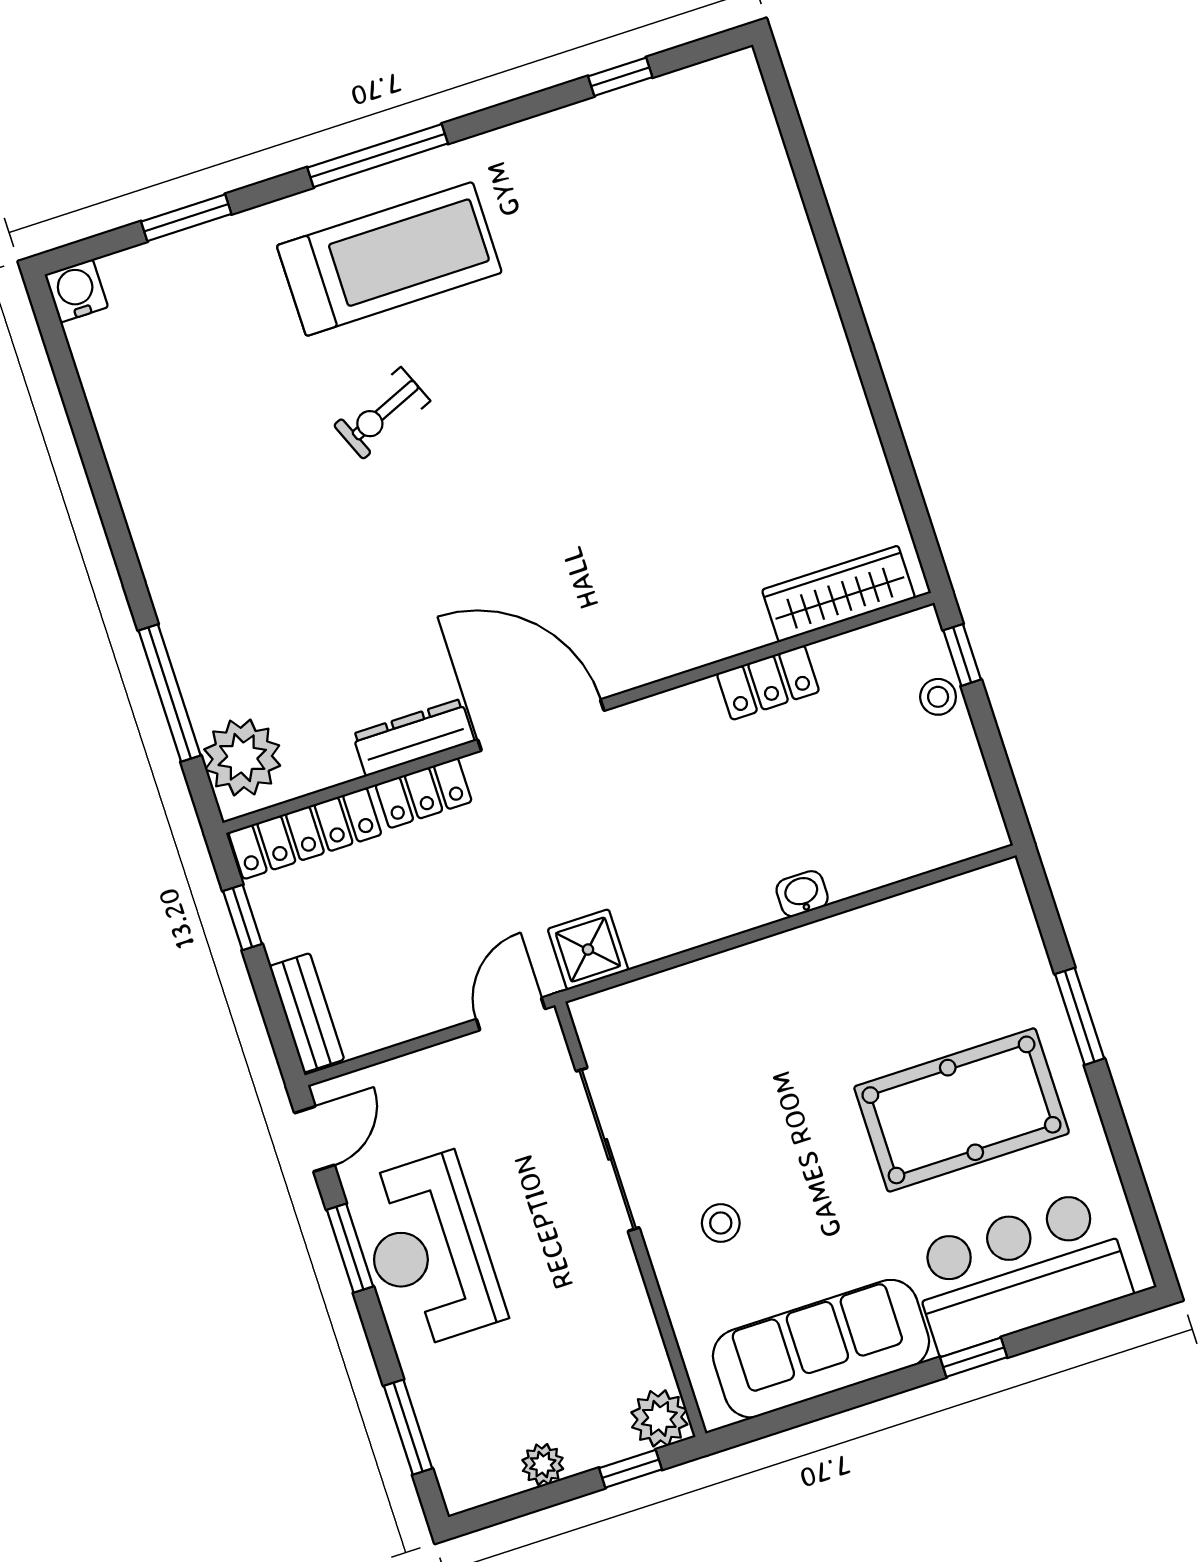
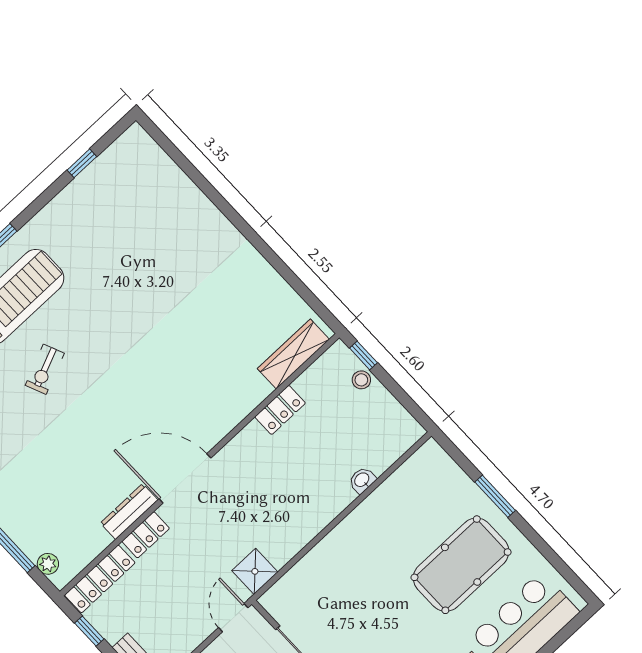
plant: (242, 757) -> (48, 564), width x0.53, depth x0.53
washbasin: (802, 894) -> (362, 480), moved

